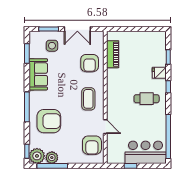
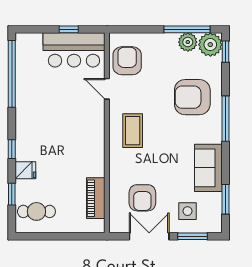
armchair: (90, 63) -> (142, 198), moved, turned 180
cafe table: (147, 99) -> (36, 211), moved
bar counter: (146, 152) -> (74, 50), moved

